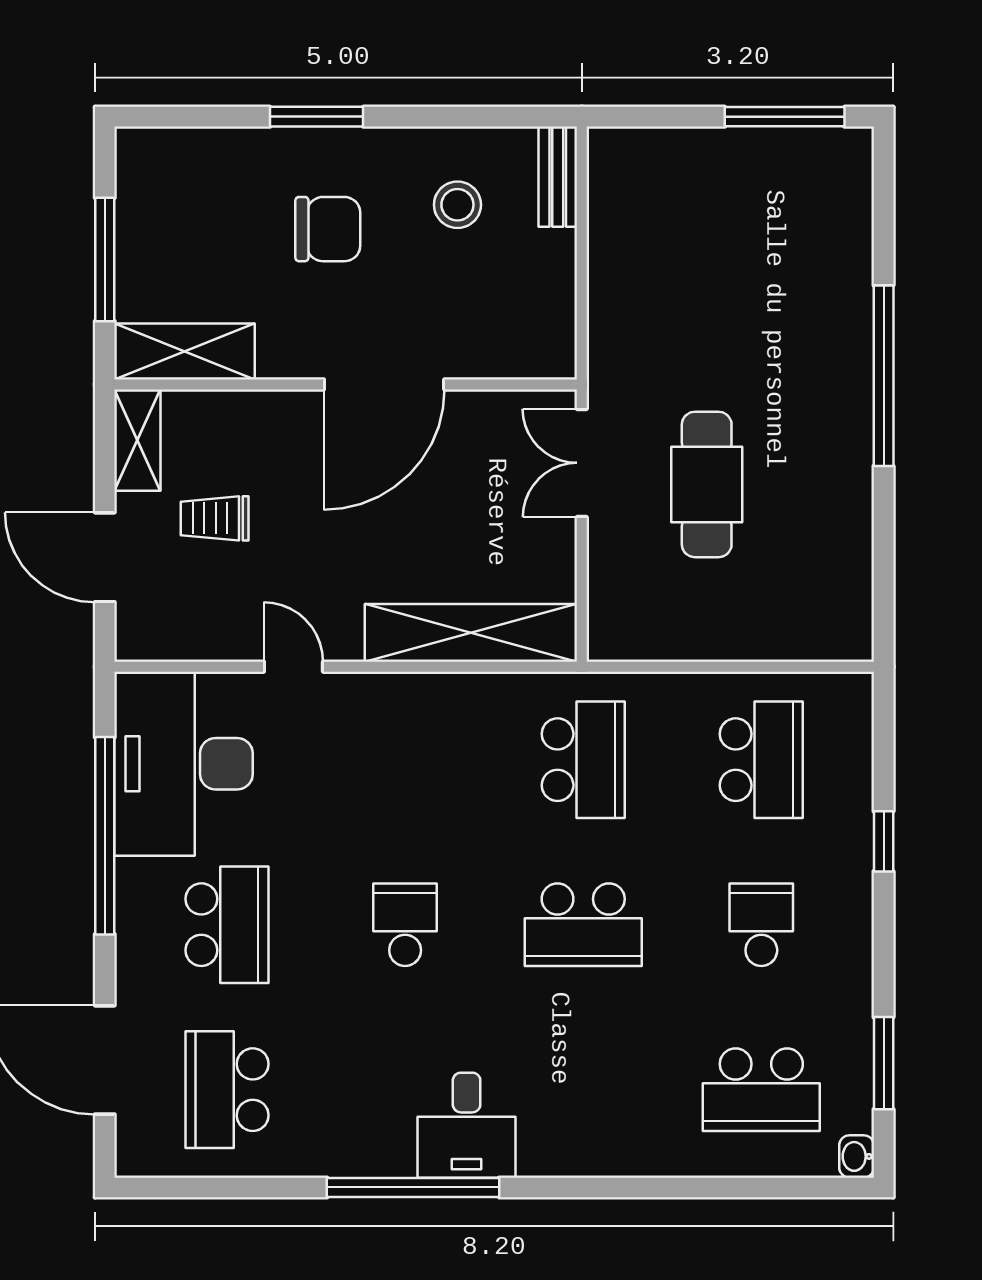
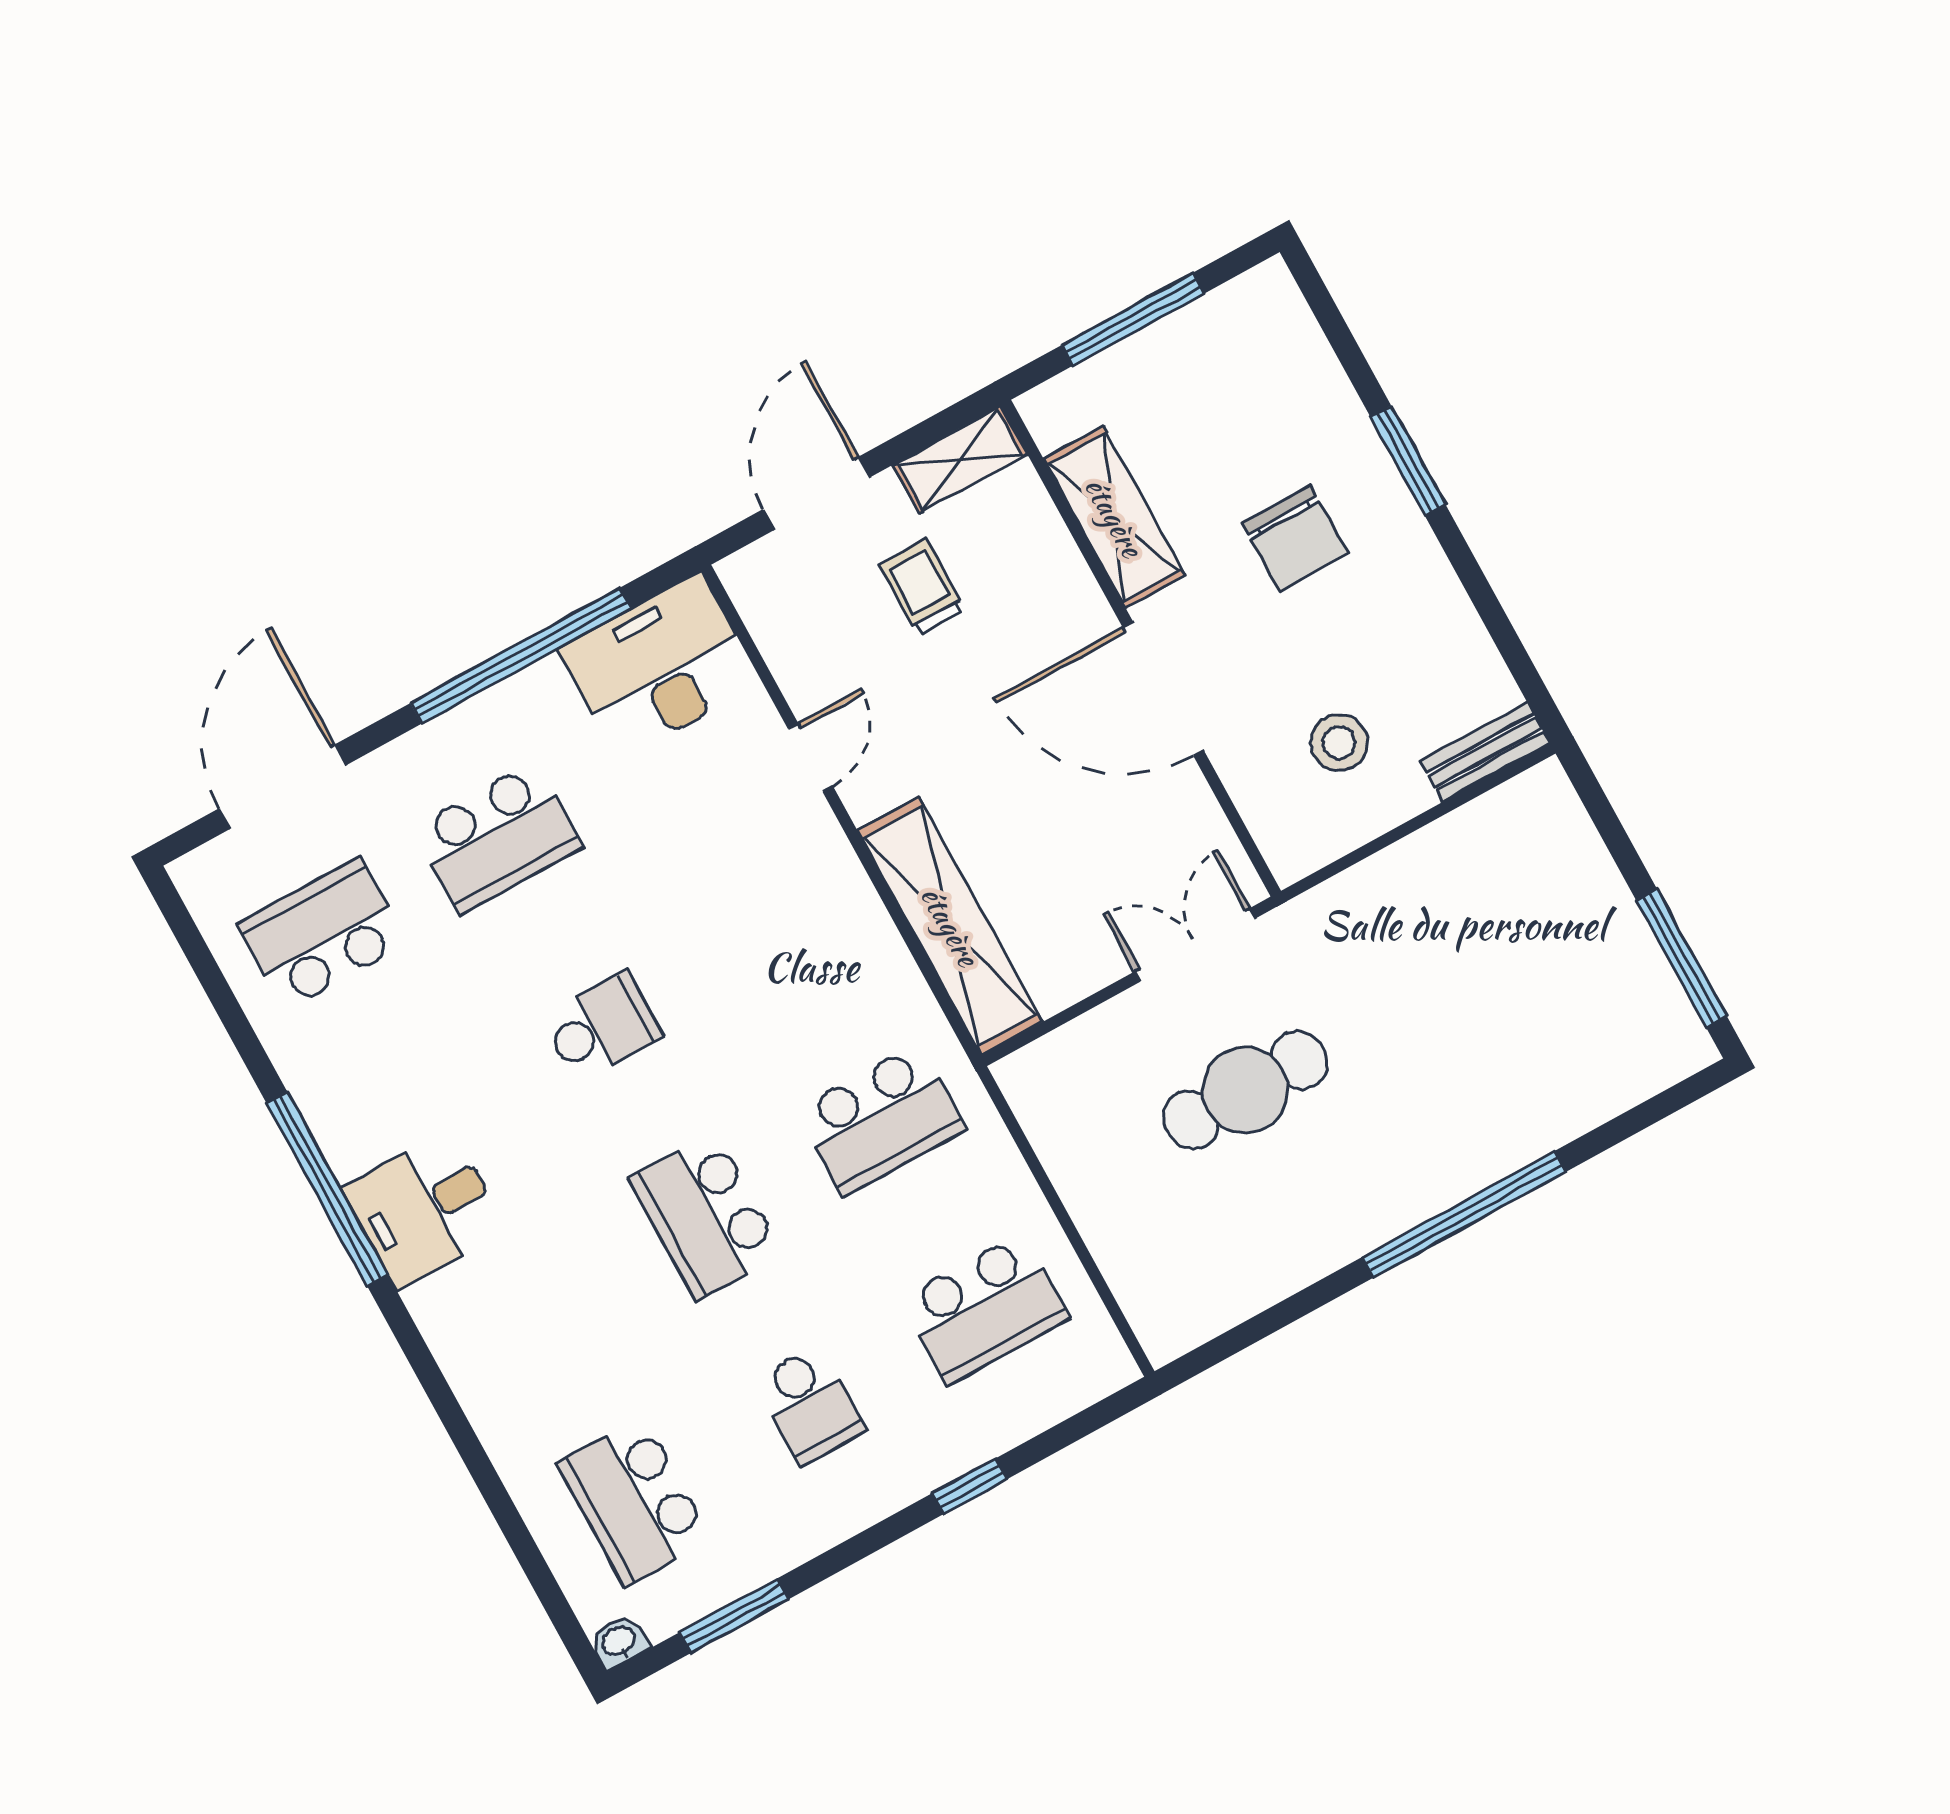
stool: (457, 205) -> (1339, 743), moved
shelving: (185, 351) -> (1114, 517), moved
desk: (184, 764) -> (660, 666), width x0.73, depth x0.77
school desk: (761, 925) -> (810, 1405), turned 90

